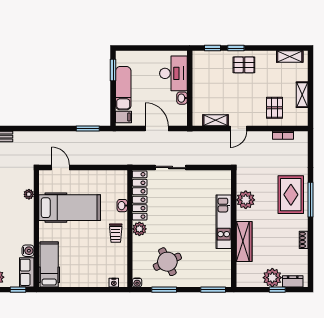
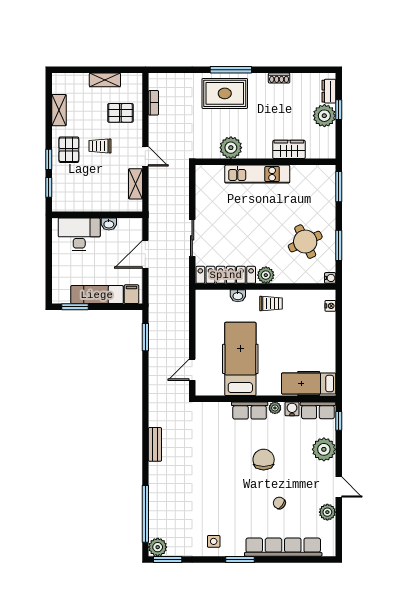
shelving: (290, 57) -> (59, 110), moved
trolley: (247, 91) -> (100, 146), added
plant: (29, 194) -> (275, 408), moved
row of seats: (27, 215) -> (250, 411), added
wardrobe: (244, 241) -> (289, 149), width x0.67

